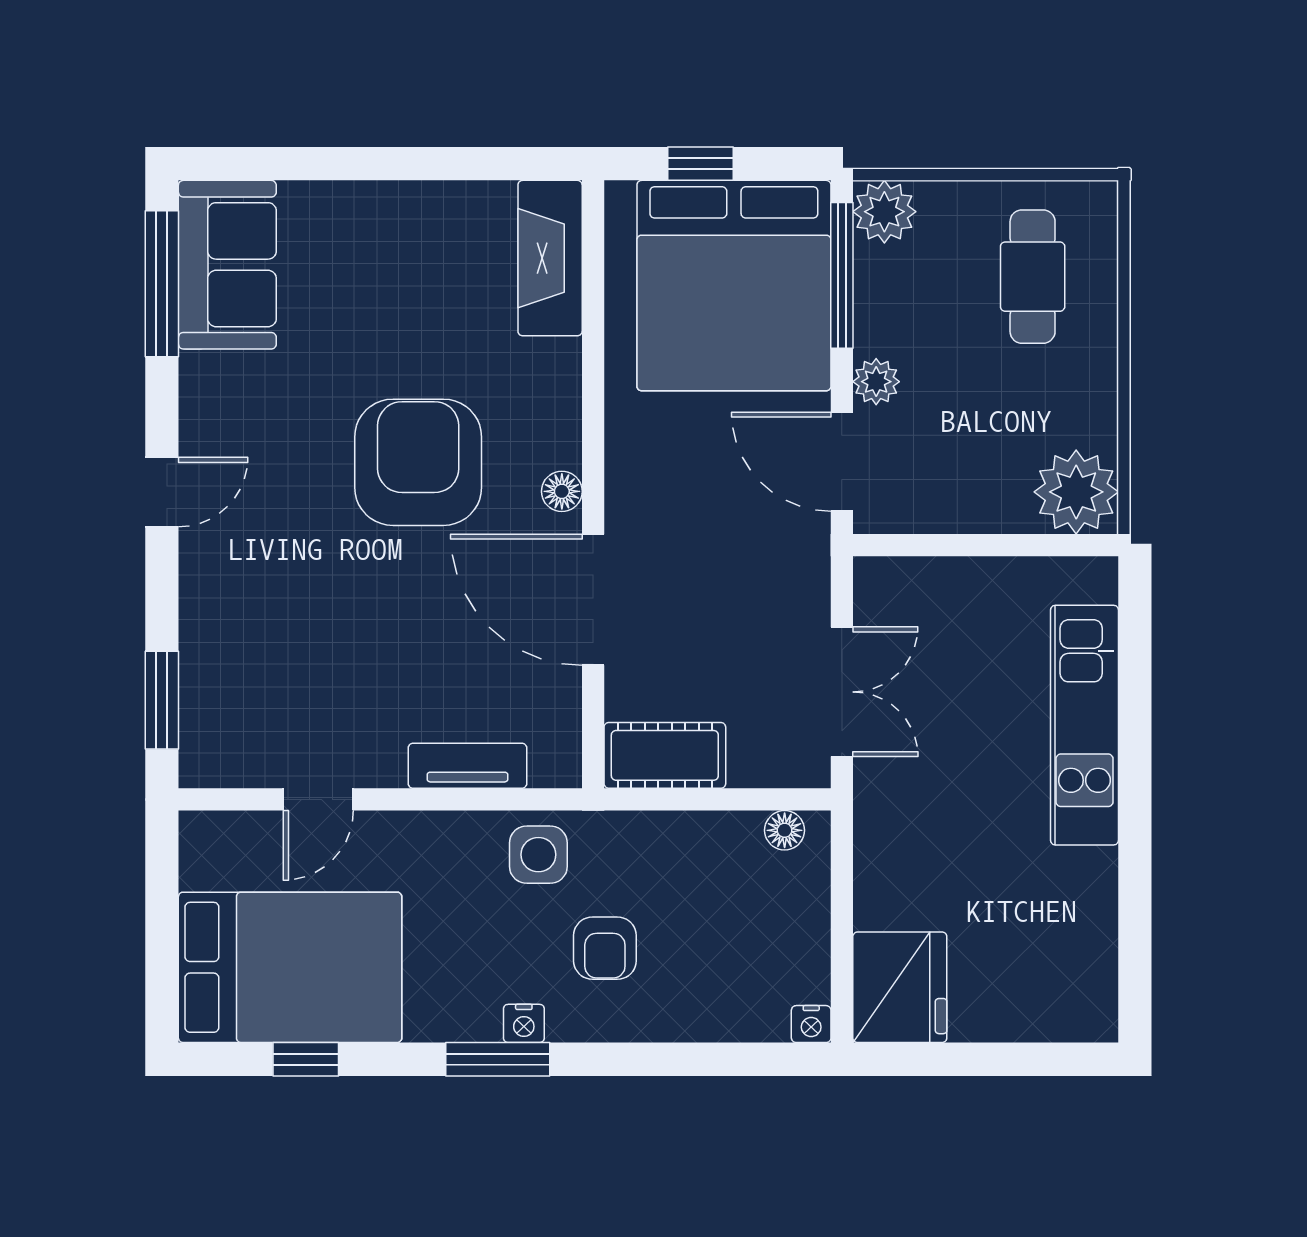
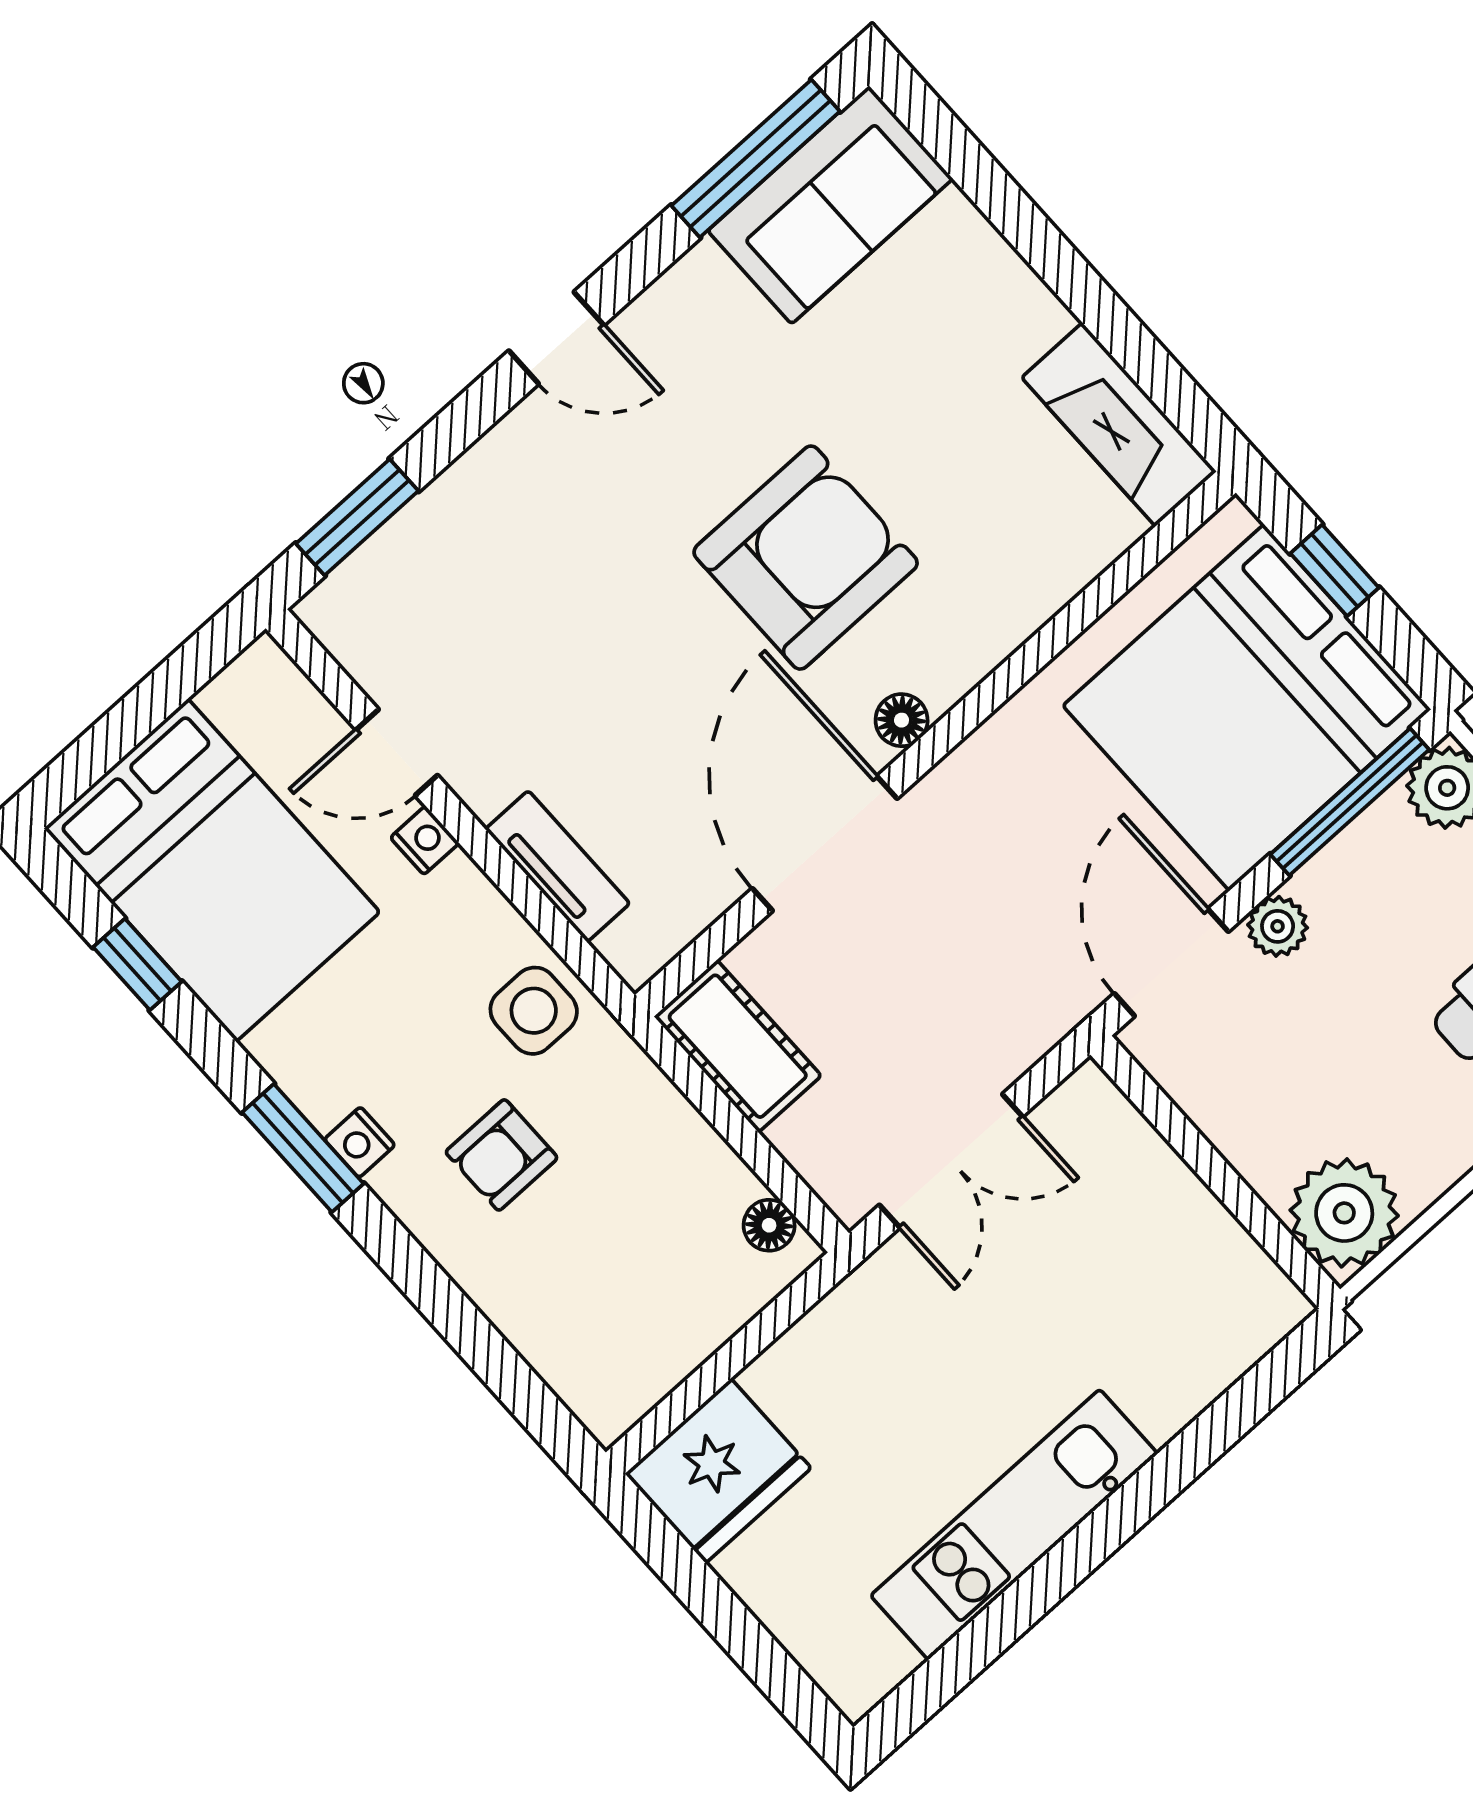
fireplace: (550, 258) -> (1119, 424), moved, turned -90
kitchen unit: (1084, 725) -> (1014, 1525), moved
nightstand: (811, 1024) -> (425, 840), moved, turned 180

